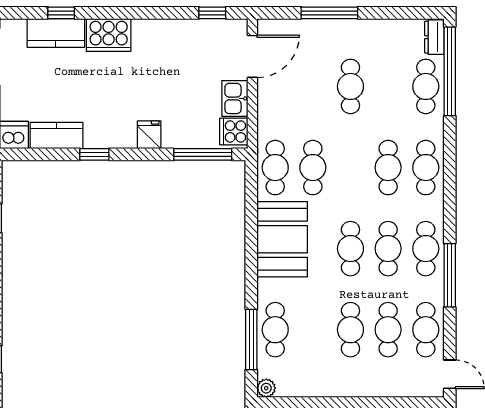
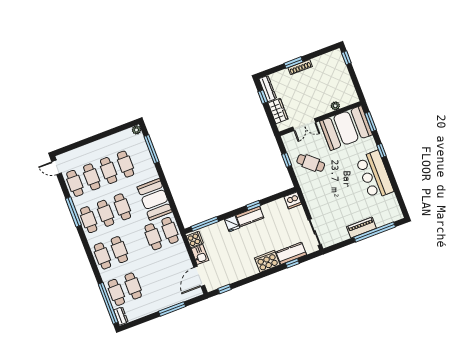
cafe table: (350, 86) -> (133, 286), moved
kitchen counter: (56, 136) -> (250, 216), moved
cafe table: (275, 330) -> (125, 164), moved

